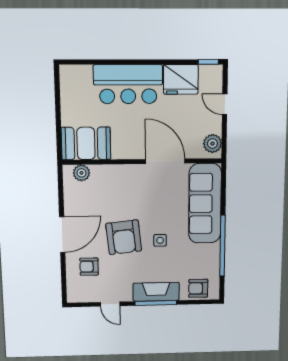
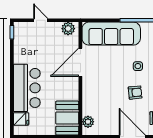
fridge: (181, 79) -> (21, 119), moved, width x0.53, depth x0.75
door: (225, 104) -> (41, 20), swing flipped
armchair: (124, 237) -> (135, 93), width x0.53, depth x0.53

